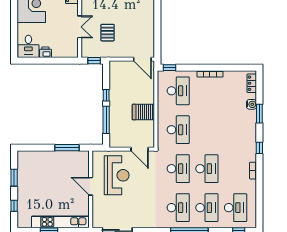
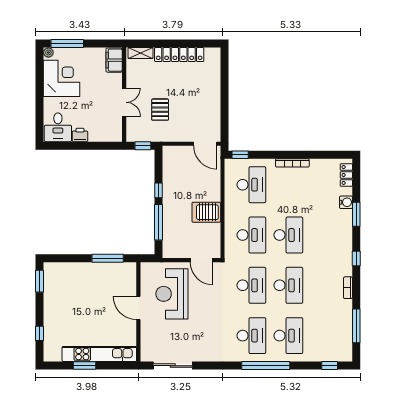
reception desk: (117, 175) -> (172, 294), turned 180
window: (14, 178) -> (39, 281), moved
window: (259, 200) -> (356, 326), added
desk: (236, 208) -> (288, 235), moved

